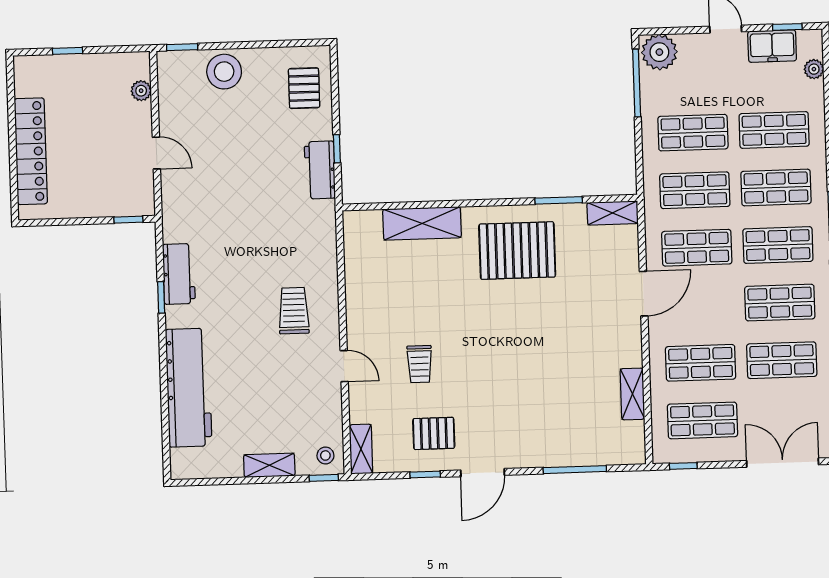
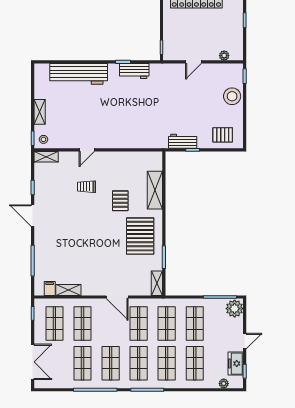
trolley: (294, 311) -> (115, 126), removed
filing cabinet: (631, 432) -> (50, 288), added
pallet: (434, 433) -> (120, 201), moved

